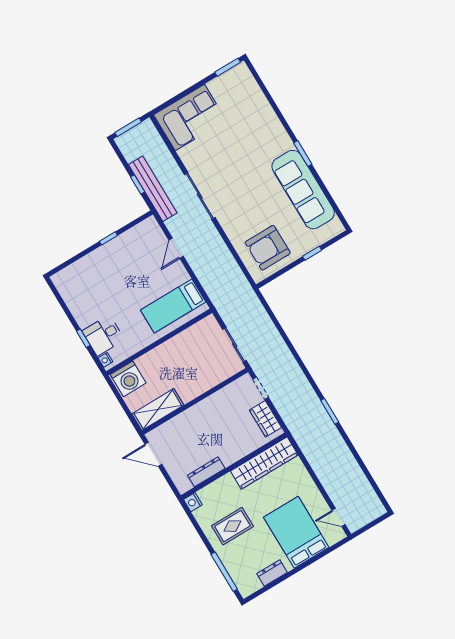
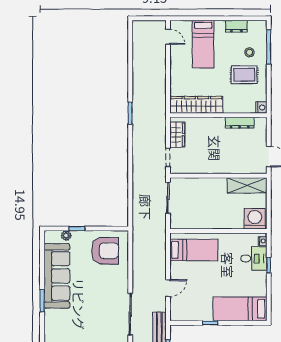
plant: (319, 239) -> (66, 235), added
bed: (86, 272) -> (240, 309), added
bed: (296, 532) -> (203, 44), width x0.67
stool: (241, 554) -> (249, 52), added

